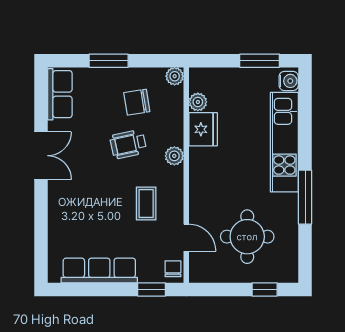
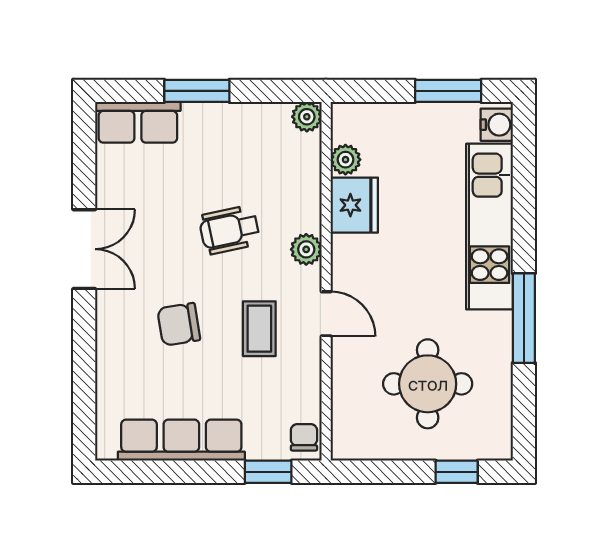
row of seats: (60, 94) -> (138, 122), moved, turned 90
chair: (137, 102) -> (179, 324), moved
door: (186, 238) -> (326, 314), moved

